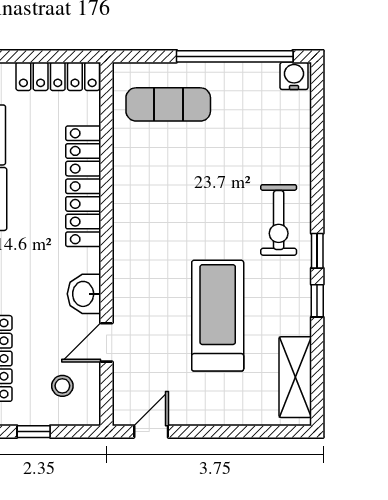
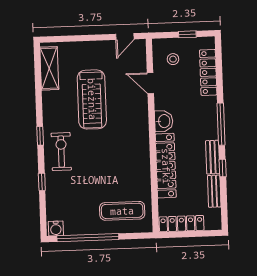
washbasin: (84, 294) -> (164, 121), moved
window: (317, 301) -> (42, 182), moved
door: (107, 342) -> (150, 83), swing flipped

